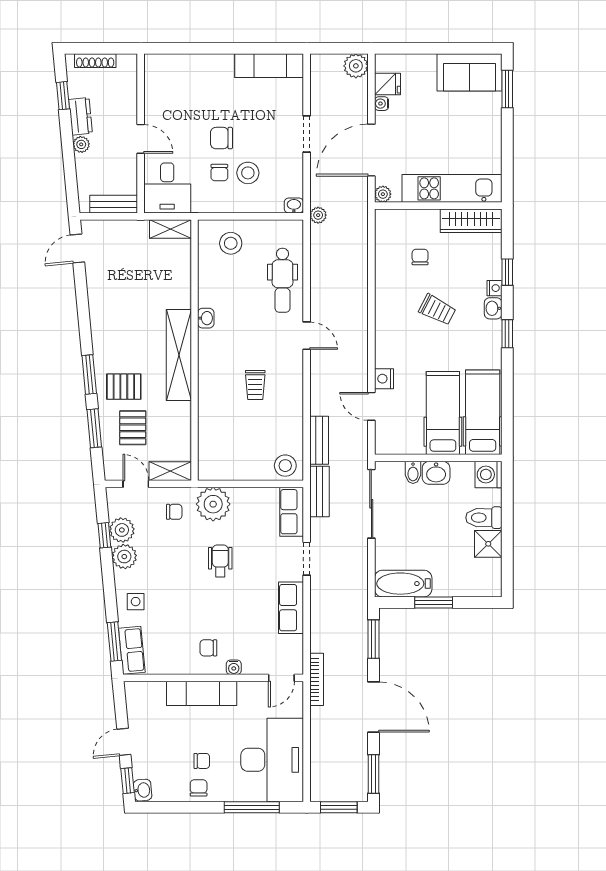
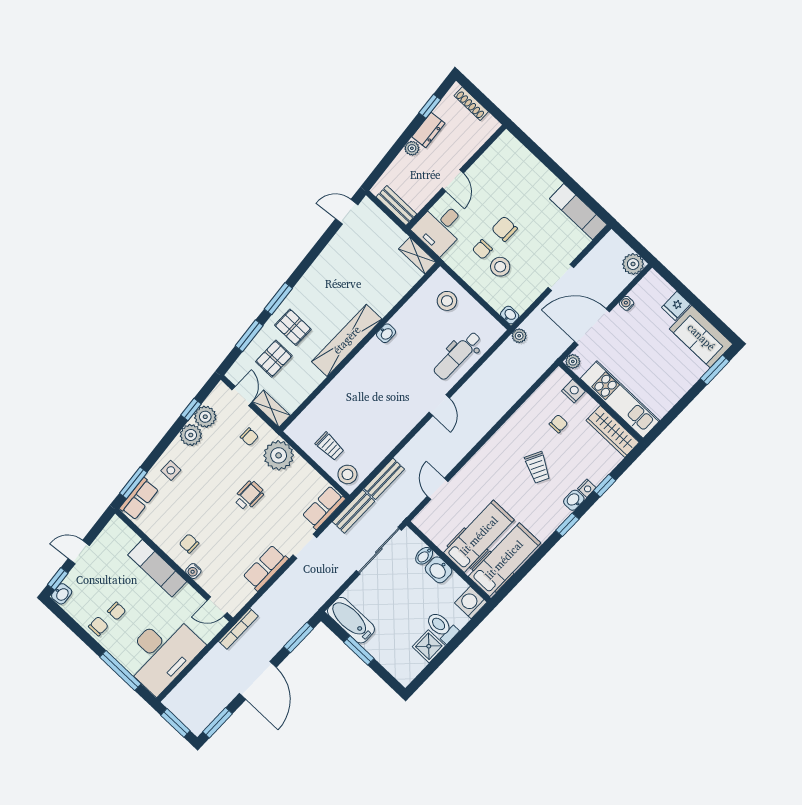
fridge: (388, 84) -> (676, 306), moved, turned 90
nightstand: (384, 379) -> (573, 391), moved, turned 90
trolley: (255, 385) -> (330, 446), moved, turned -90

